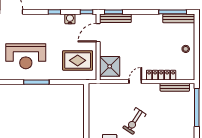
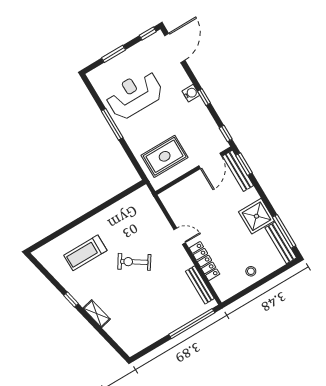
water cooler: (70, 19) -> (191, 93), moved
door: (98, 33) -> (210, 161), swing flipped
reception desk: (26, 56) -> (134, 95), turned 90
rug: (78, 60) -> (165, 156), turned 90
shower: (110, 66) -> (257, 216), moved

